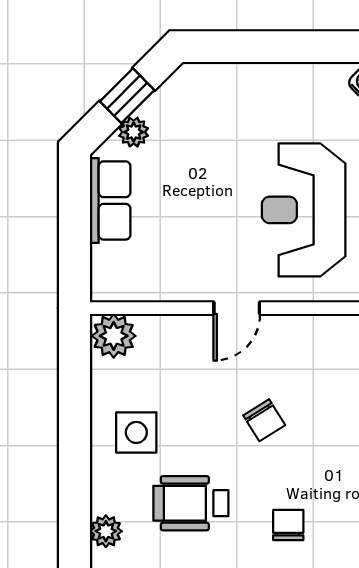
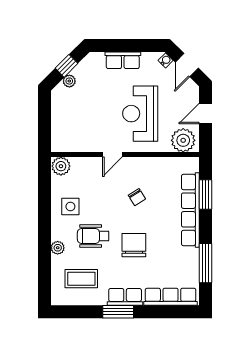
row of seats: (110, 200) -> (123, 60), moved, turned 90
chair: (264, 420) -> (137, 197), moved
chair: (288, 525) -> (134, 245), width x1.87, depth x1.87

